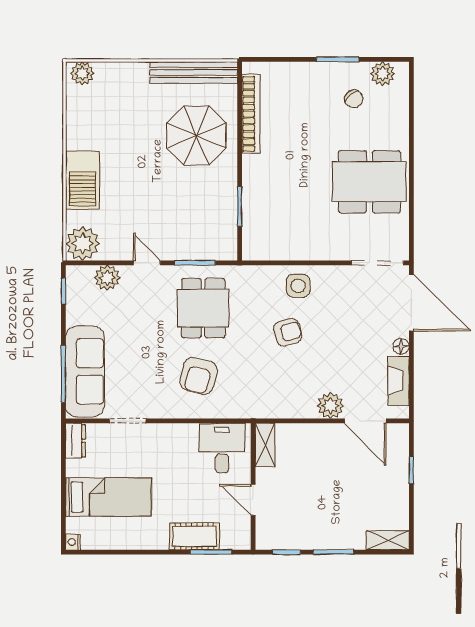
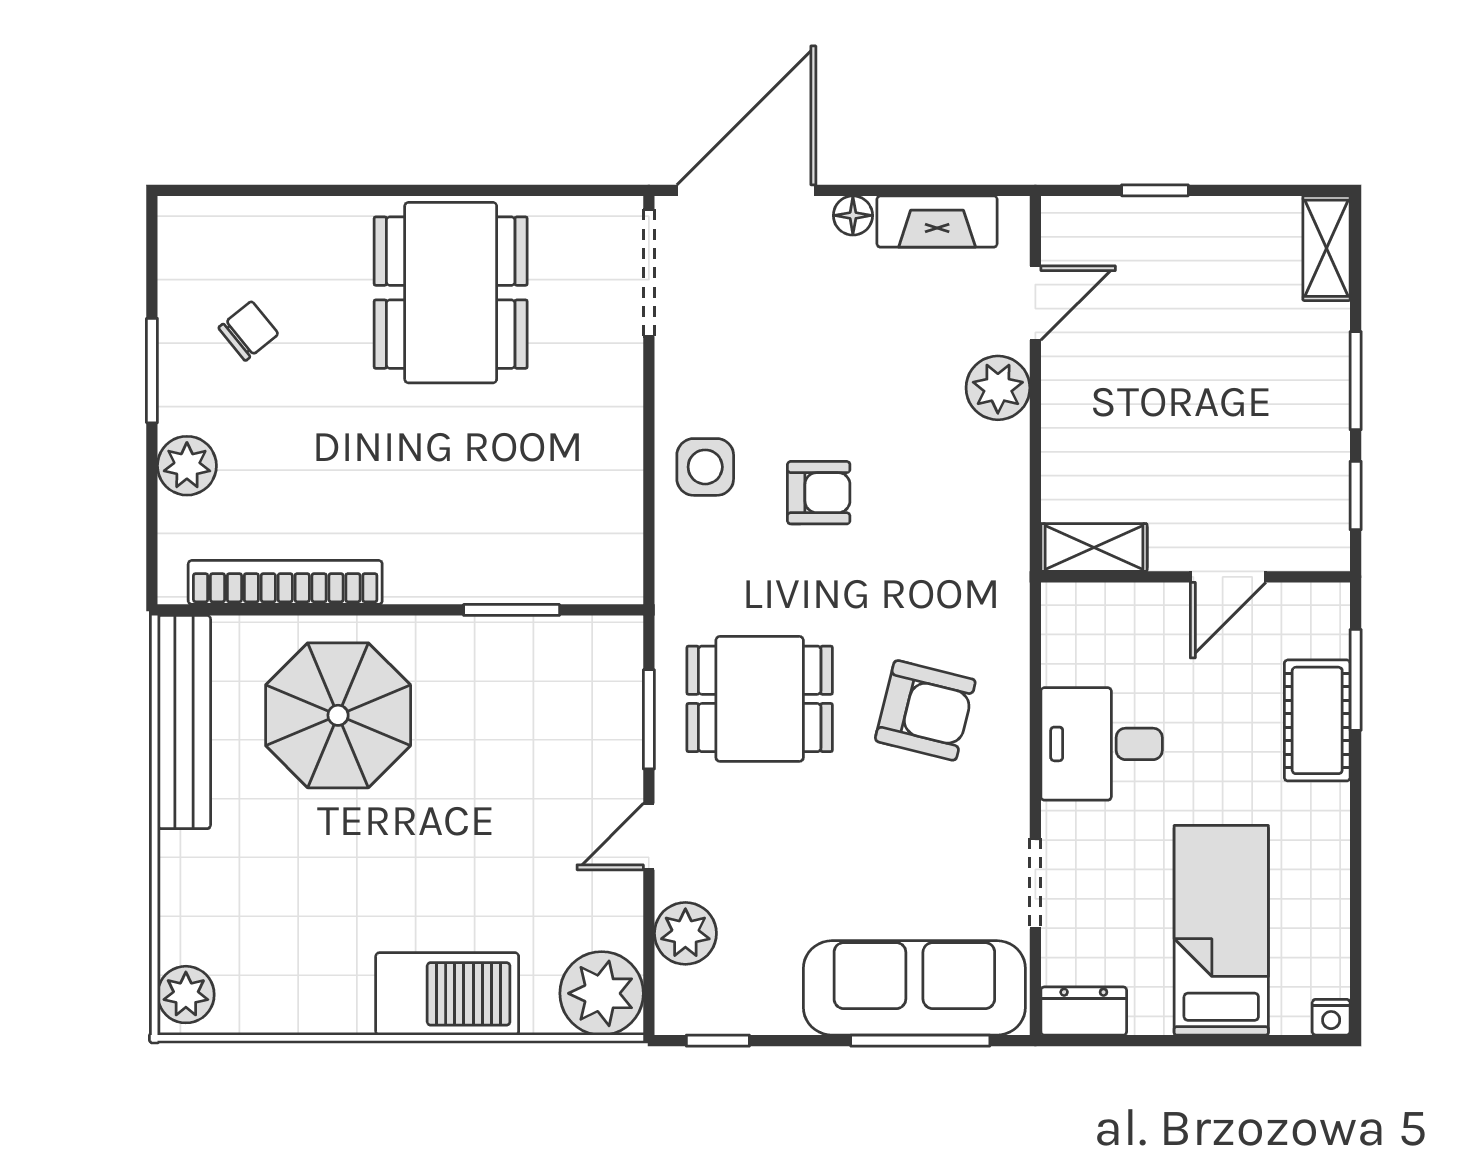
plant: (383, 74) -> (187, 466), moved
armchair: (288, 332) -> (819, 493), turned 105
door: (365, 421) -> (1035, 303), width x0.73
desk: (222, 448) -> (1102, 744), moved

